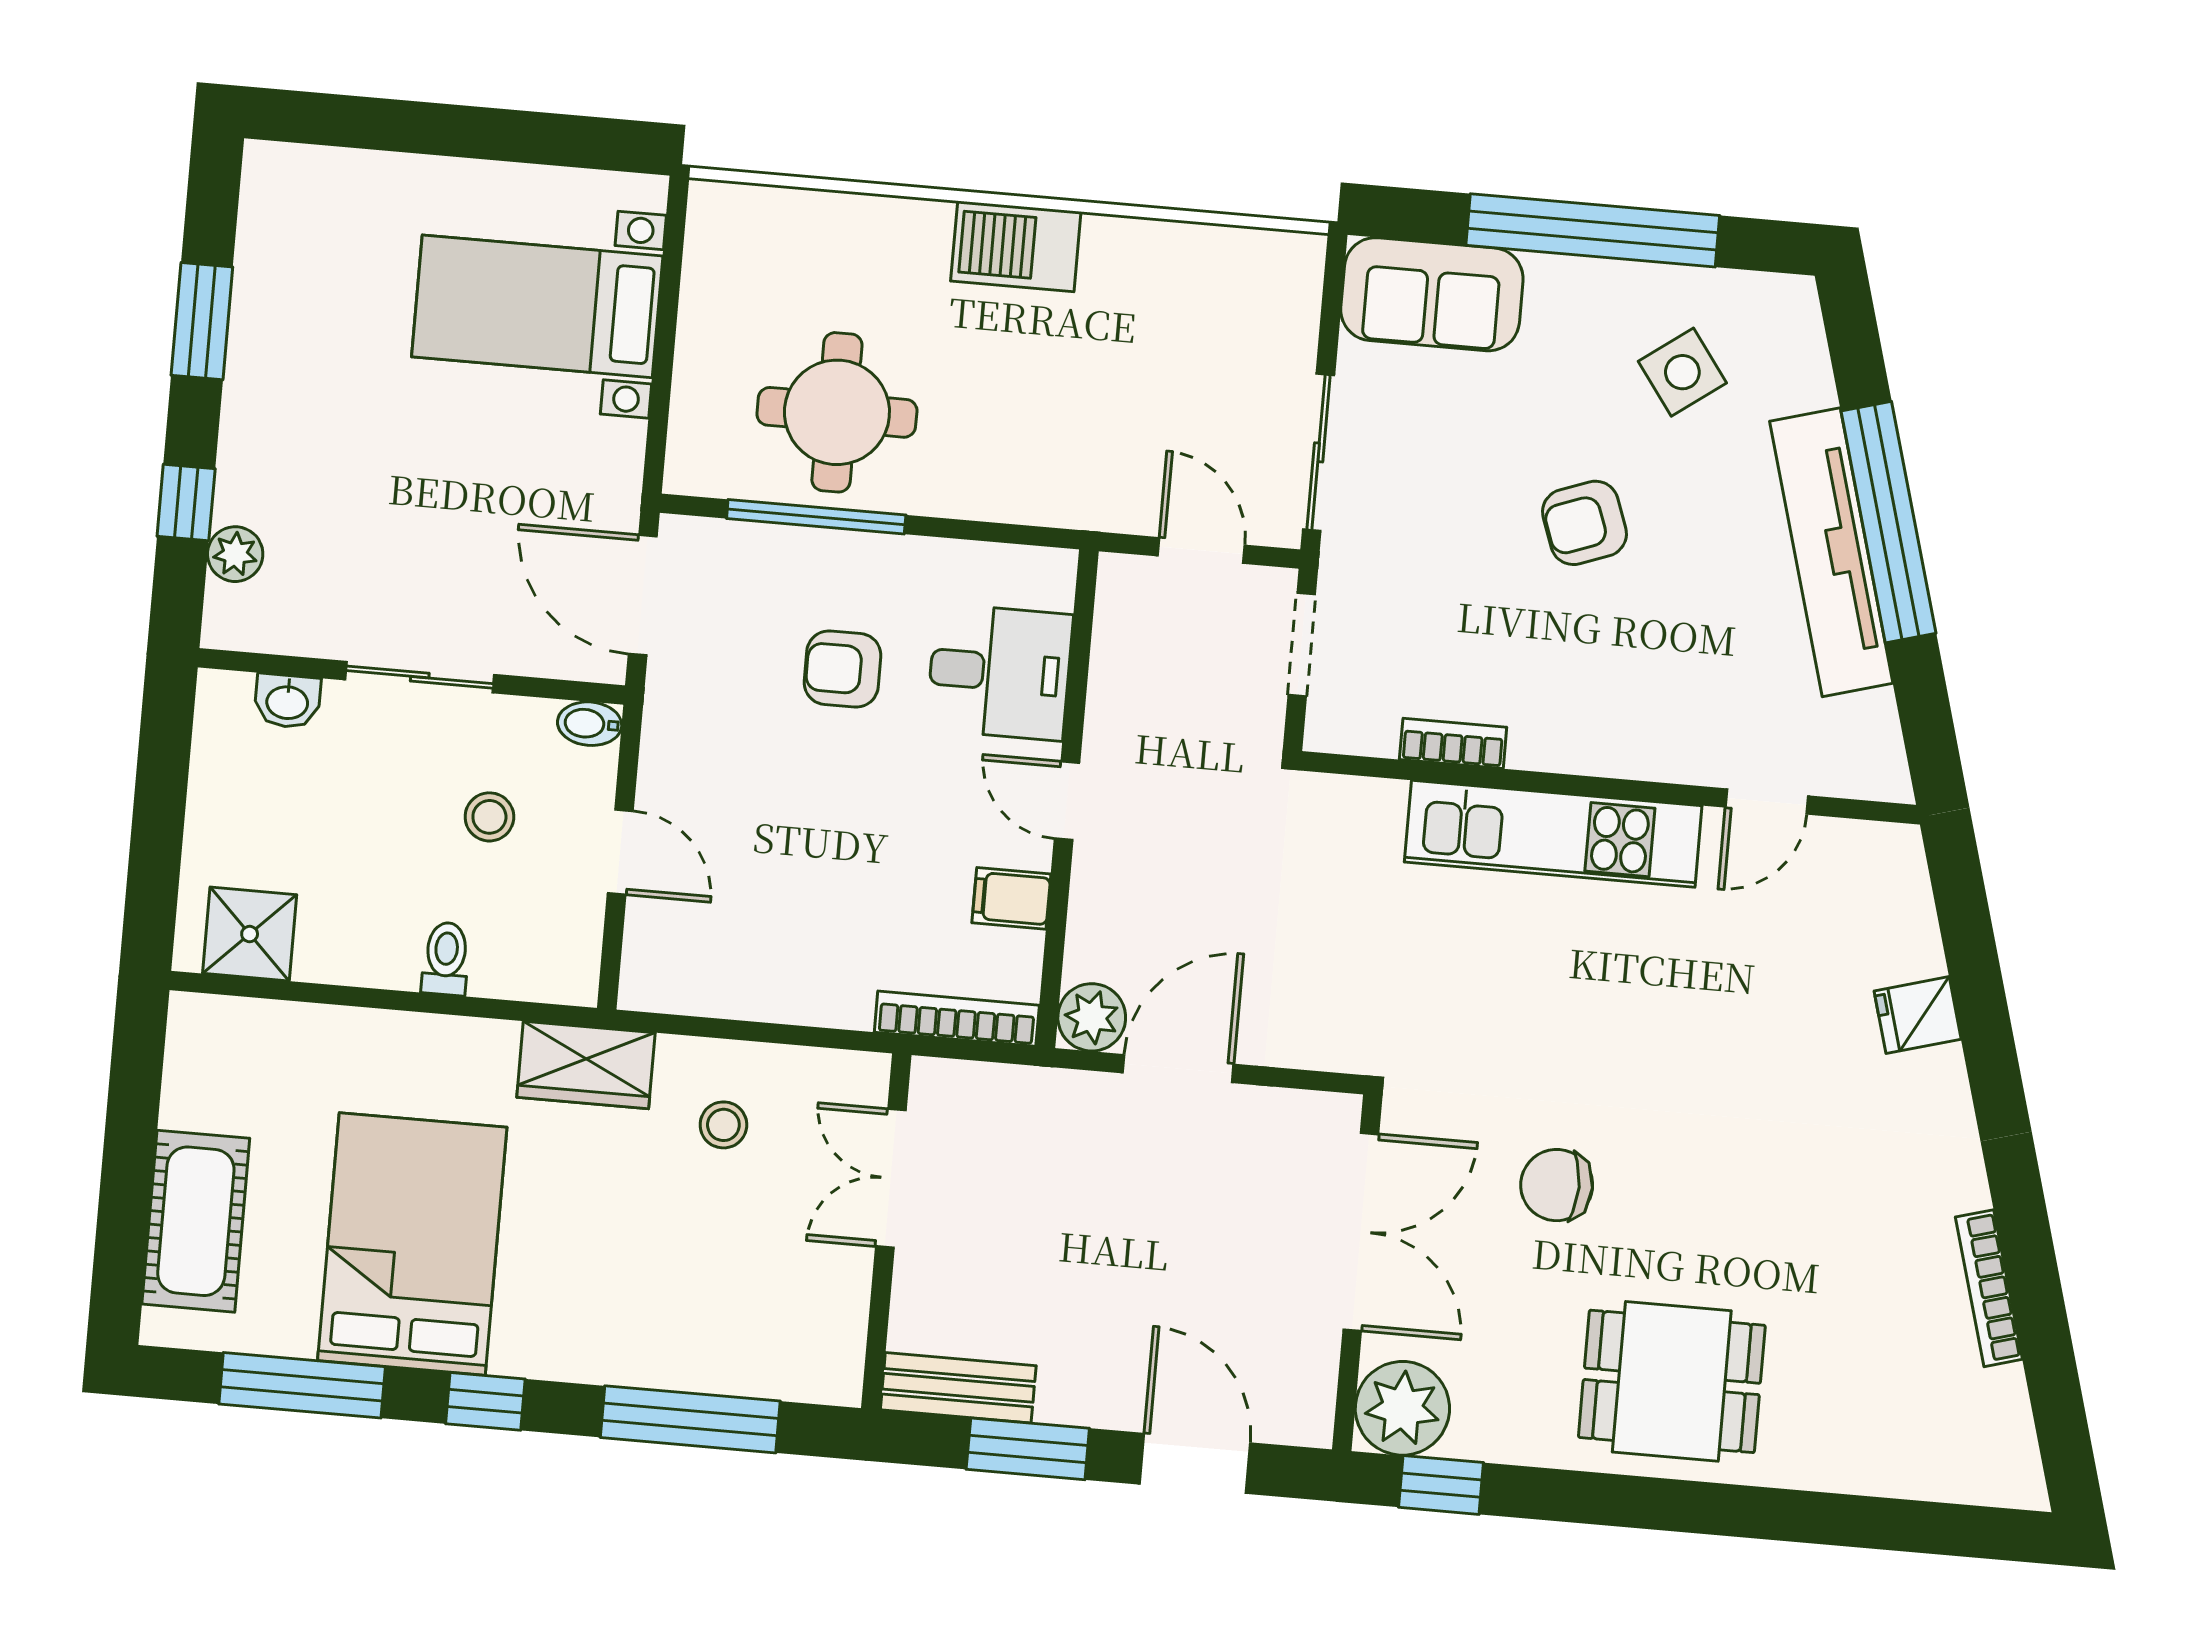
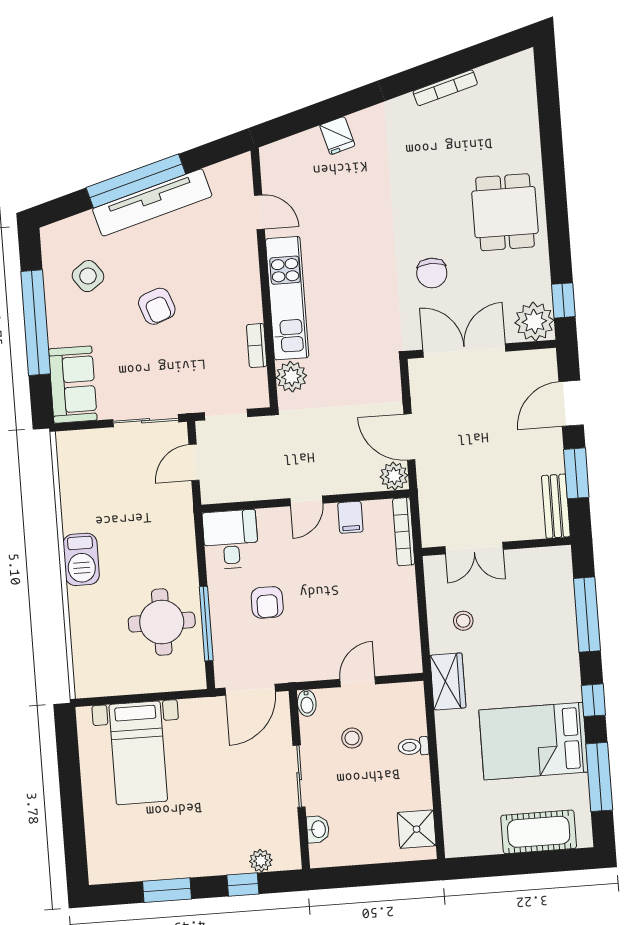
desk: (1000, 672) -> (231, 539), moved
plant: (1366, 813) -> (291, 377), added

